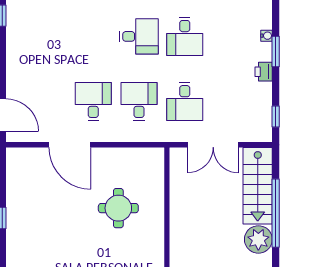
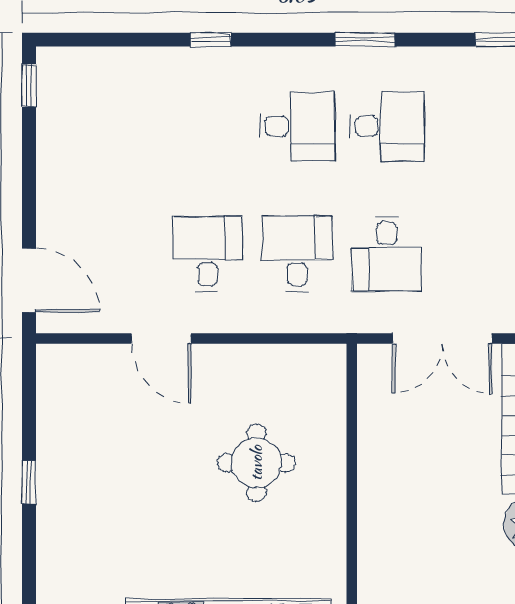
desk: (185, 36) -> (387, 126), turned -90
door: (70, 145) -> (161, 338), width x0.73

